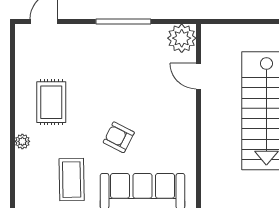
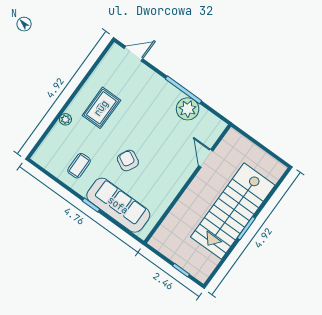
plant: (182, 38) -> (188, 109), moved
coffee table: (72, 180) -> (79, 166), width x0.73, depth x0.77

